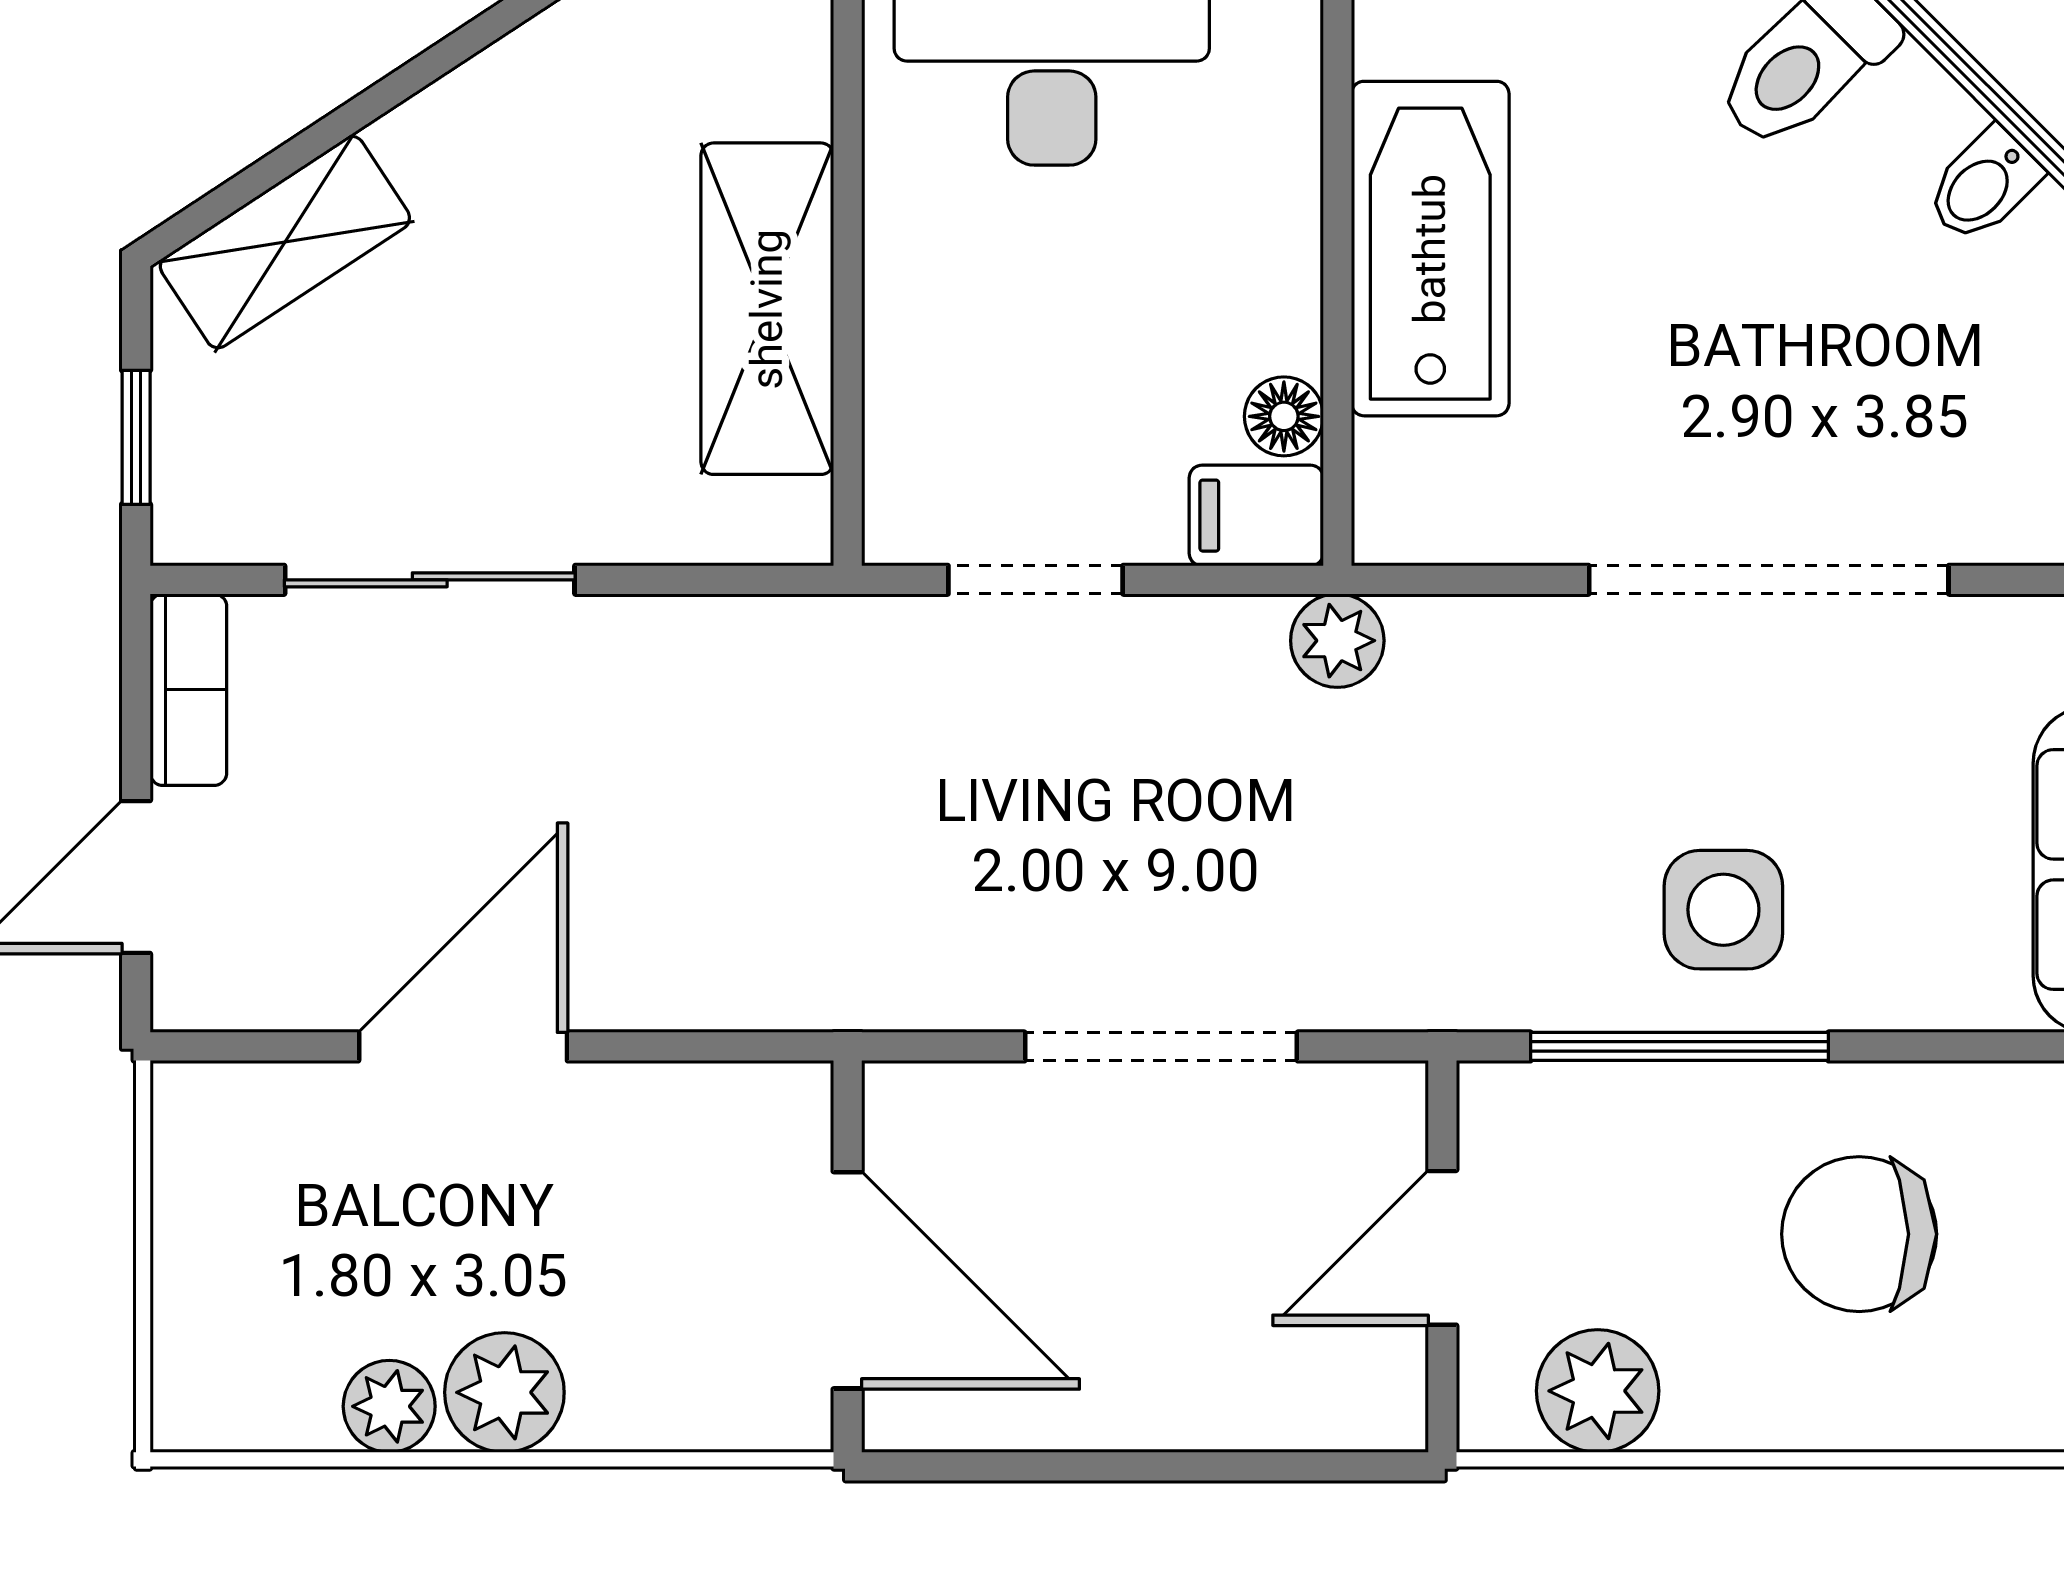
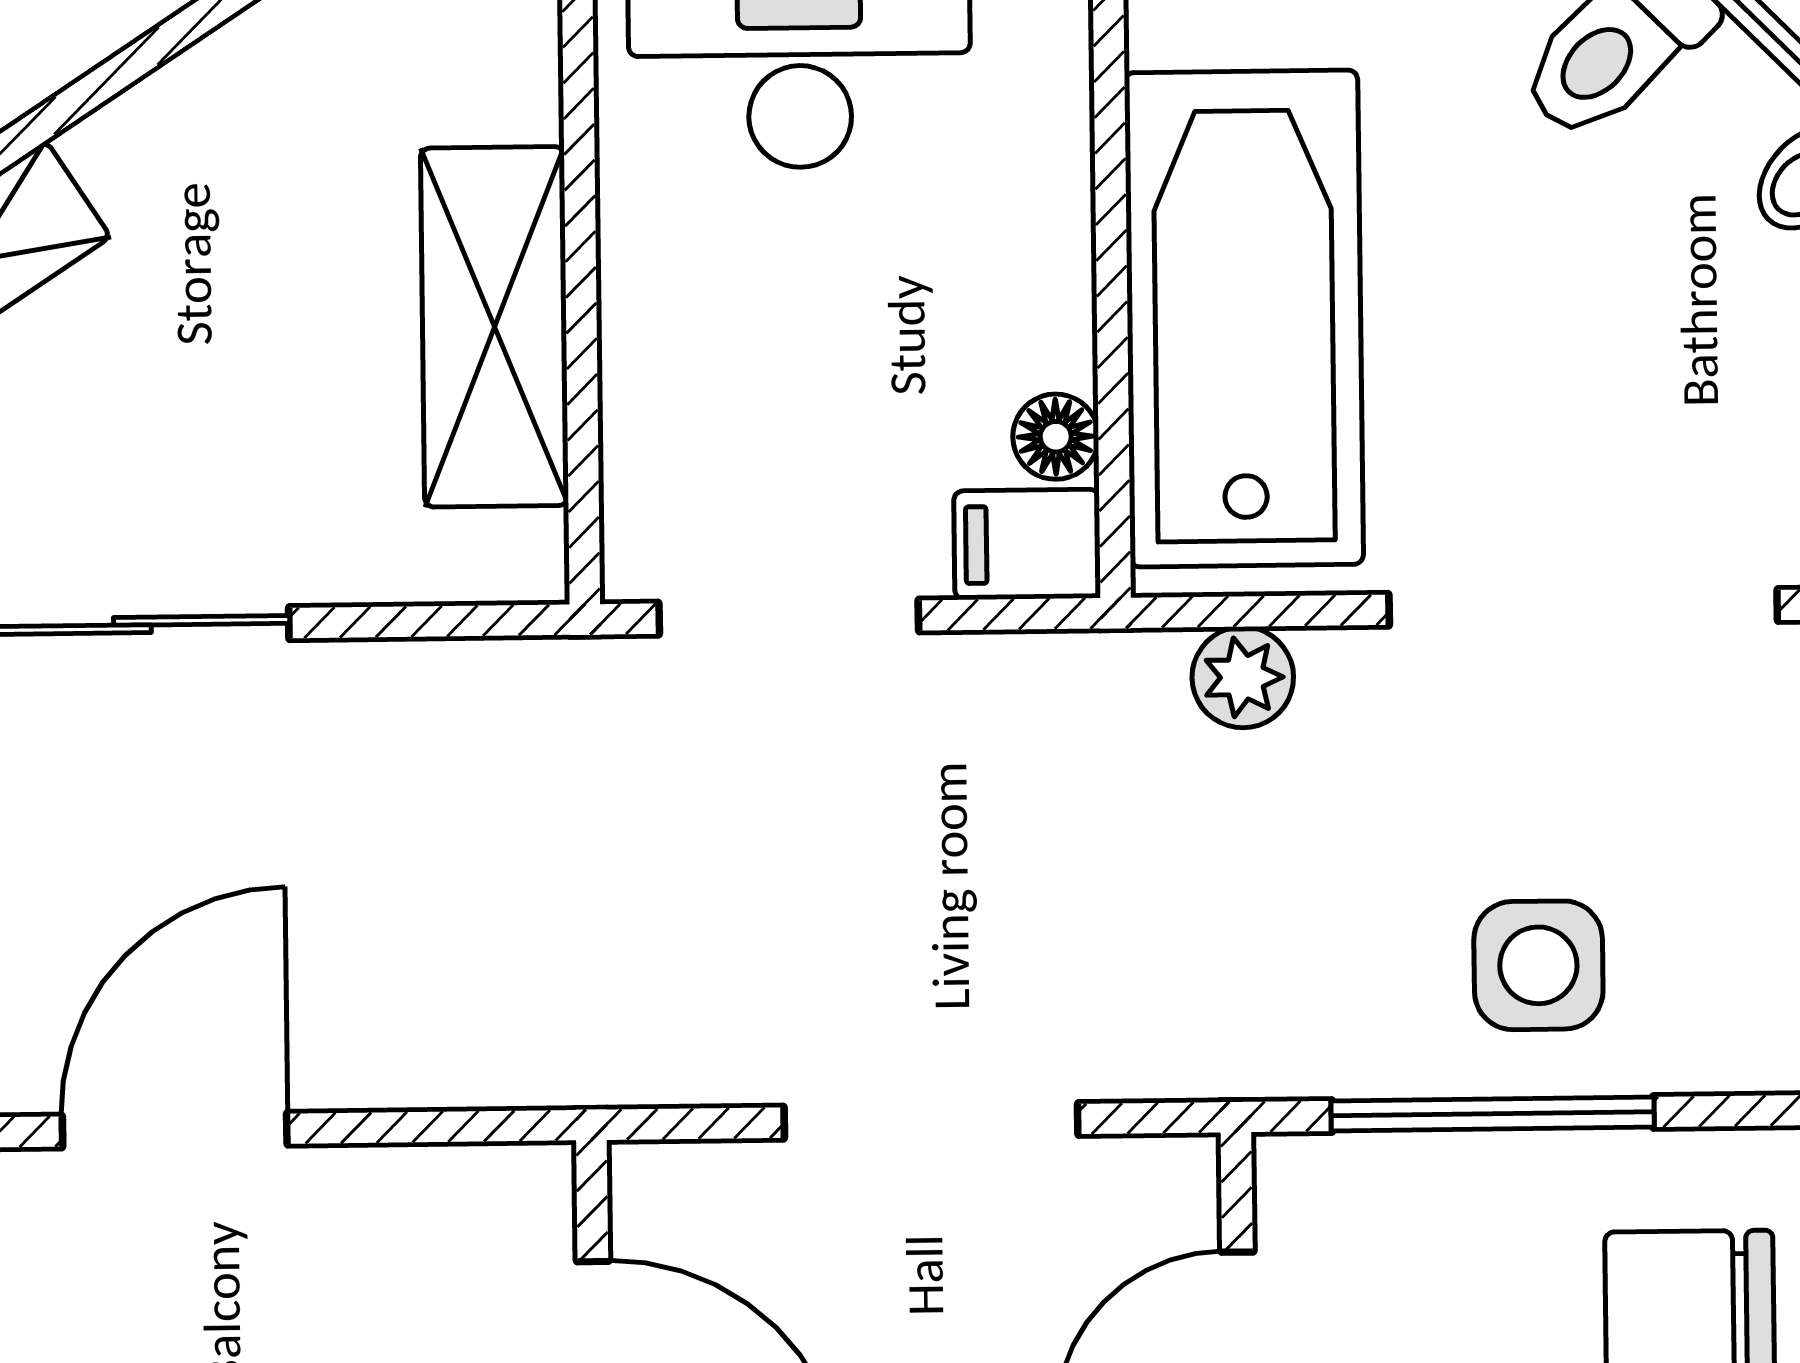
bathtub: (1430, 249) -> (1244, 318), width x1.36, depth x1.36
doorway: (1035, 580) -> (789, 617), width x1.38
plant: (1337, 641) -> (1243, 677), moved

